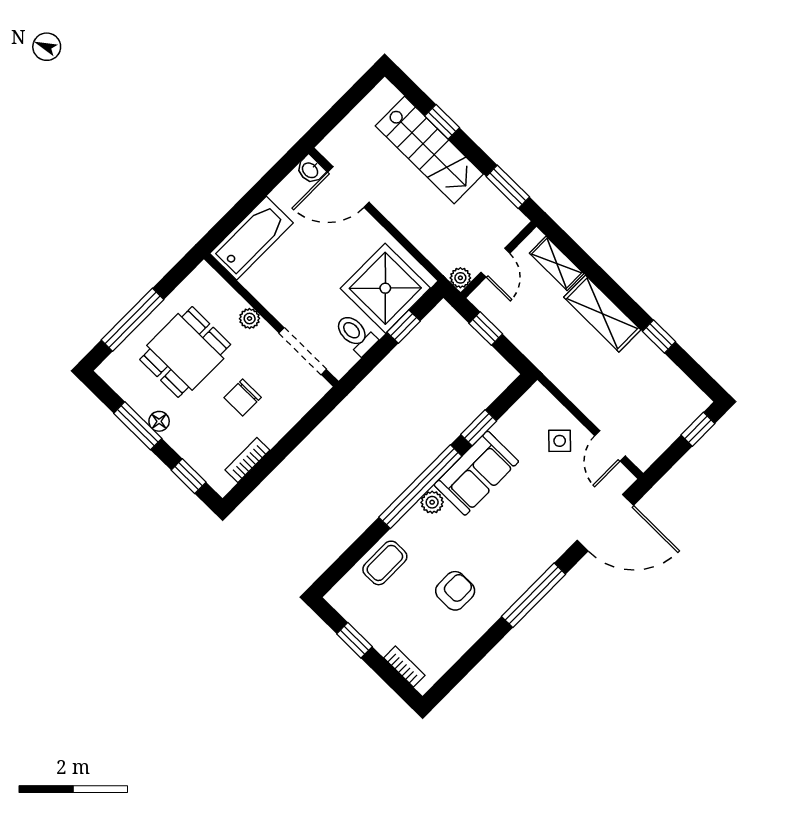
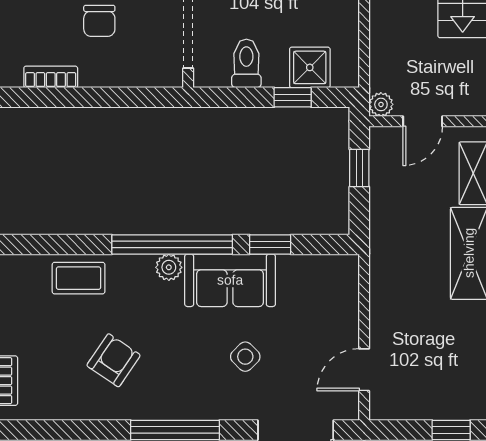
shower: (385, 288) -> (310, 67), width x0.54, depth x0.54
chair: (243, 397) -> (99, 21), turned -90
side table: (560, 441) -> (245, 357), moved
armchair: (455, 591) -> (114, 360), turned -56

